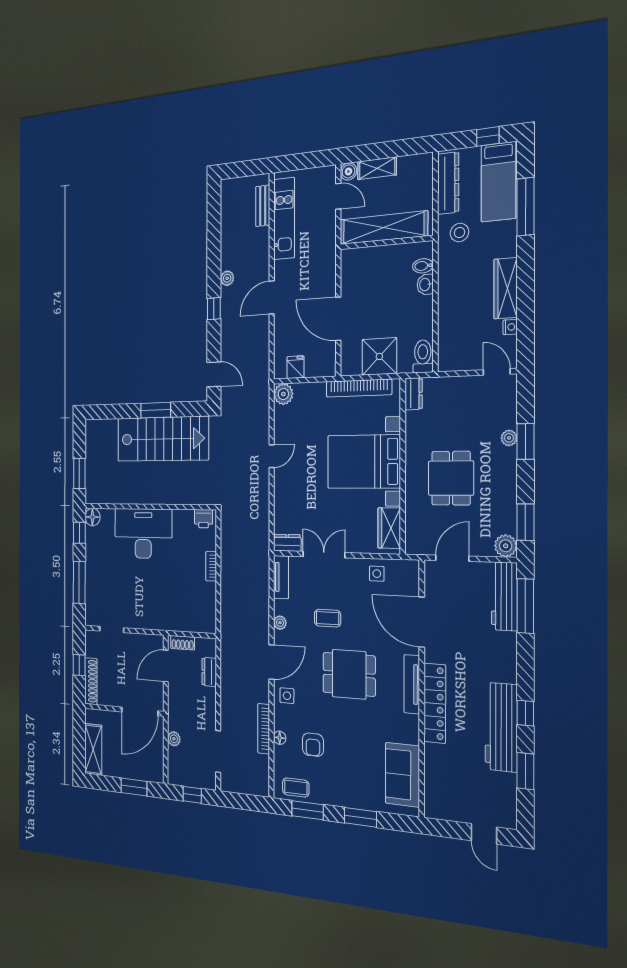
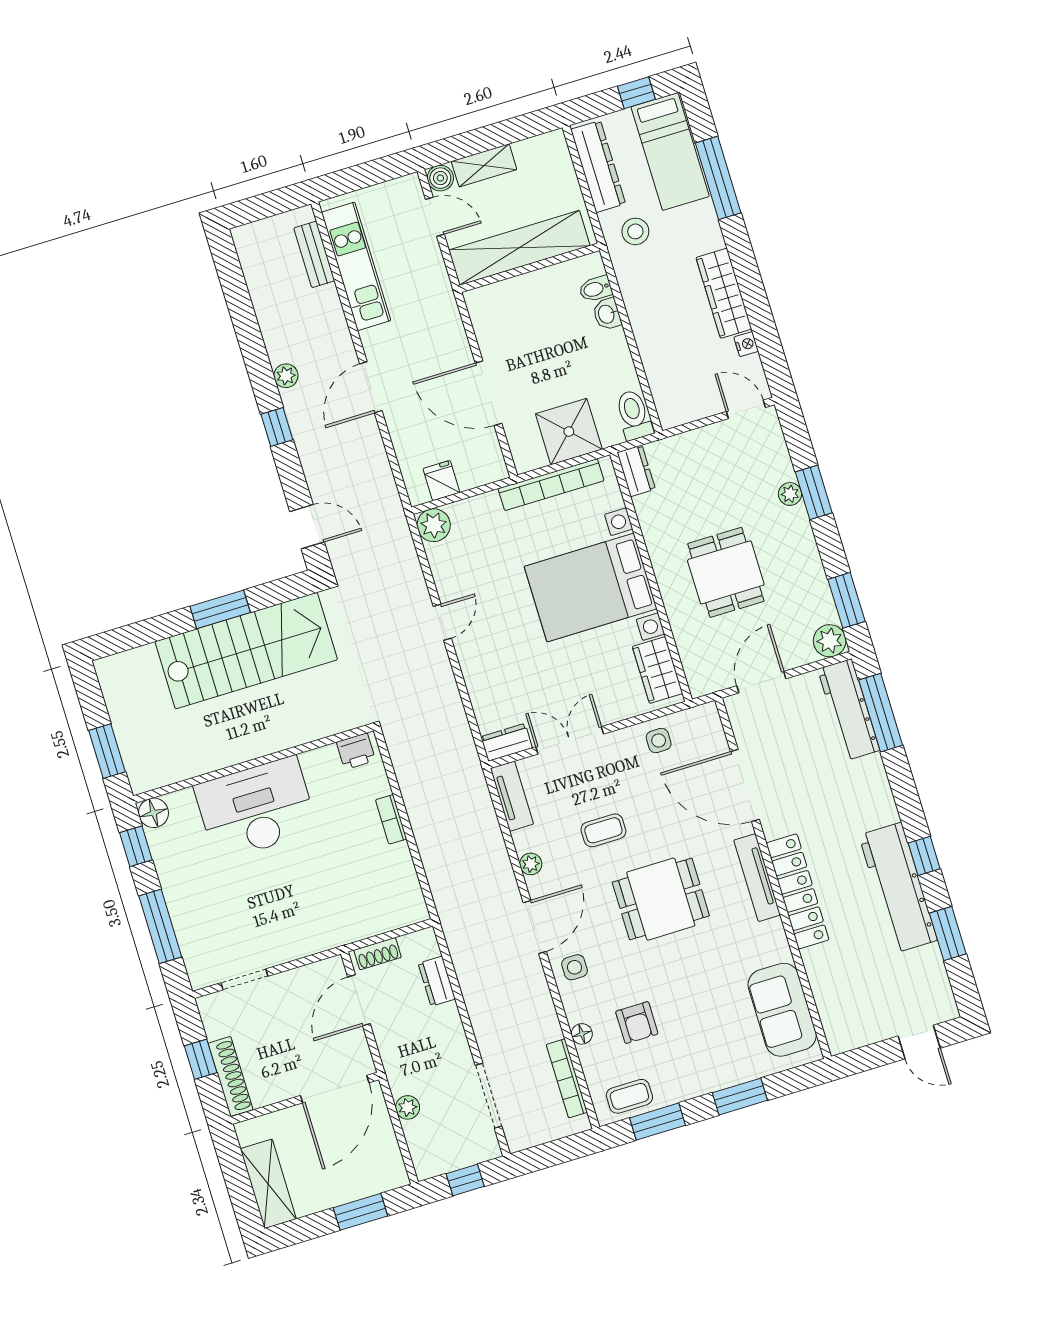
bookcase: (264, 729) -> (567, 1078), moved

